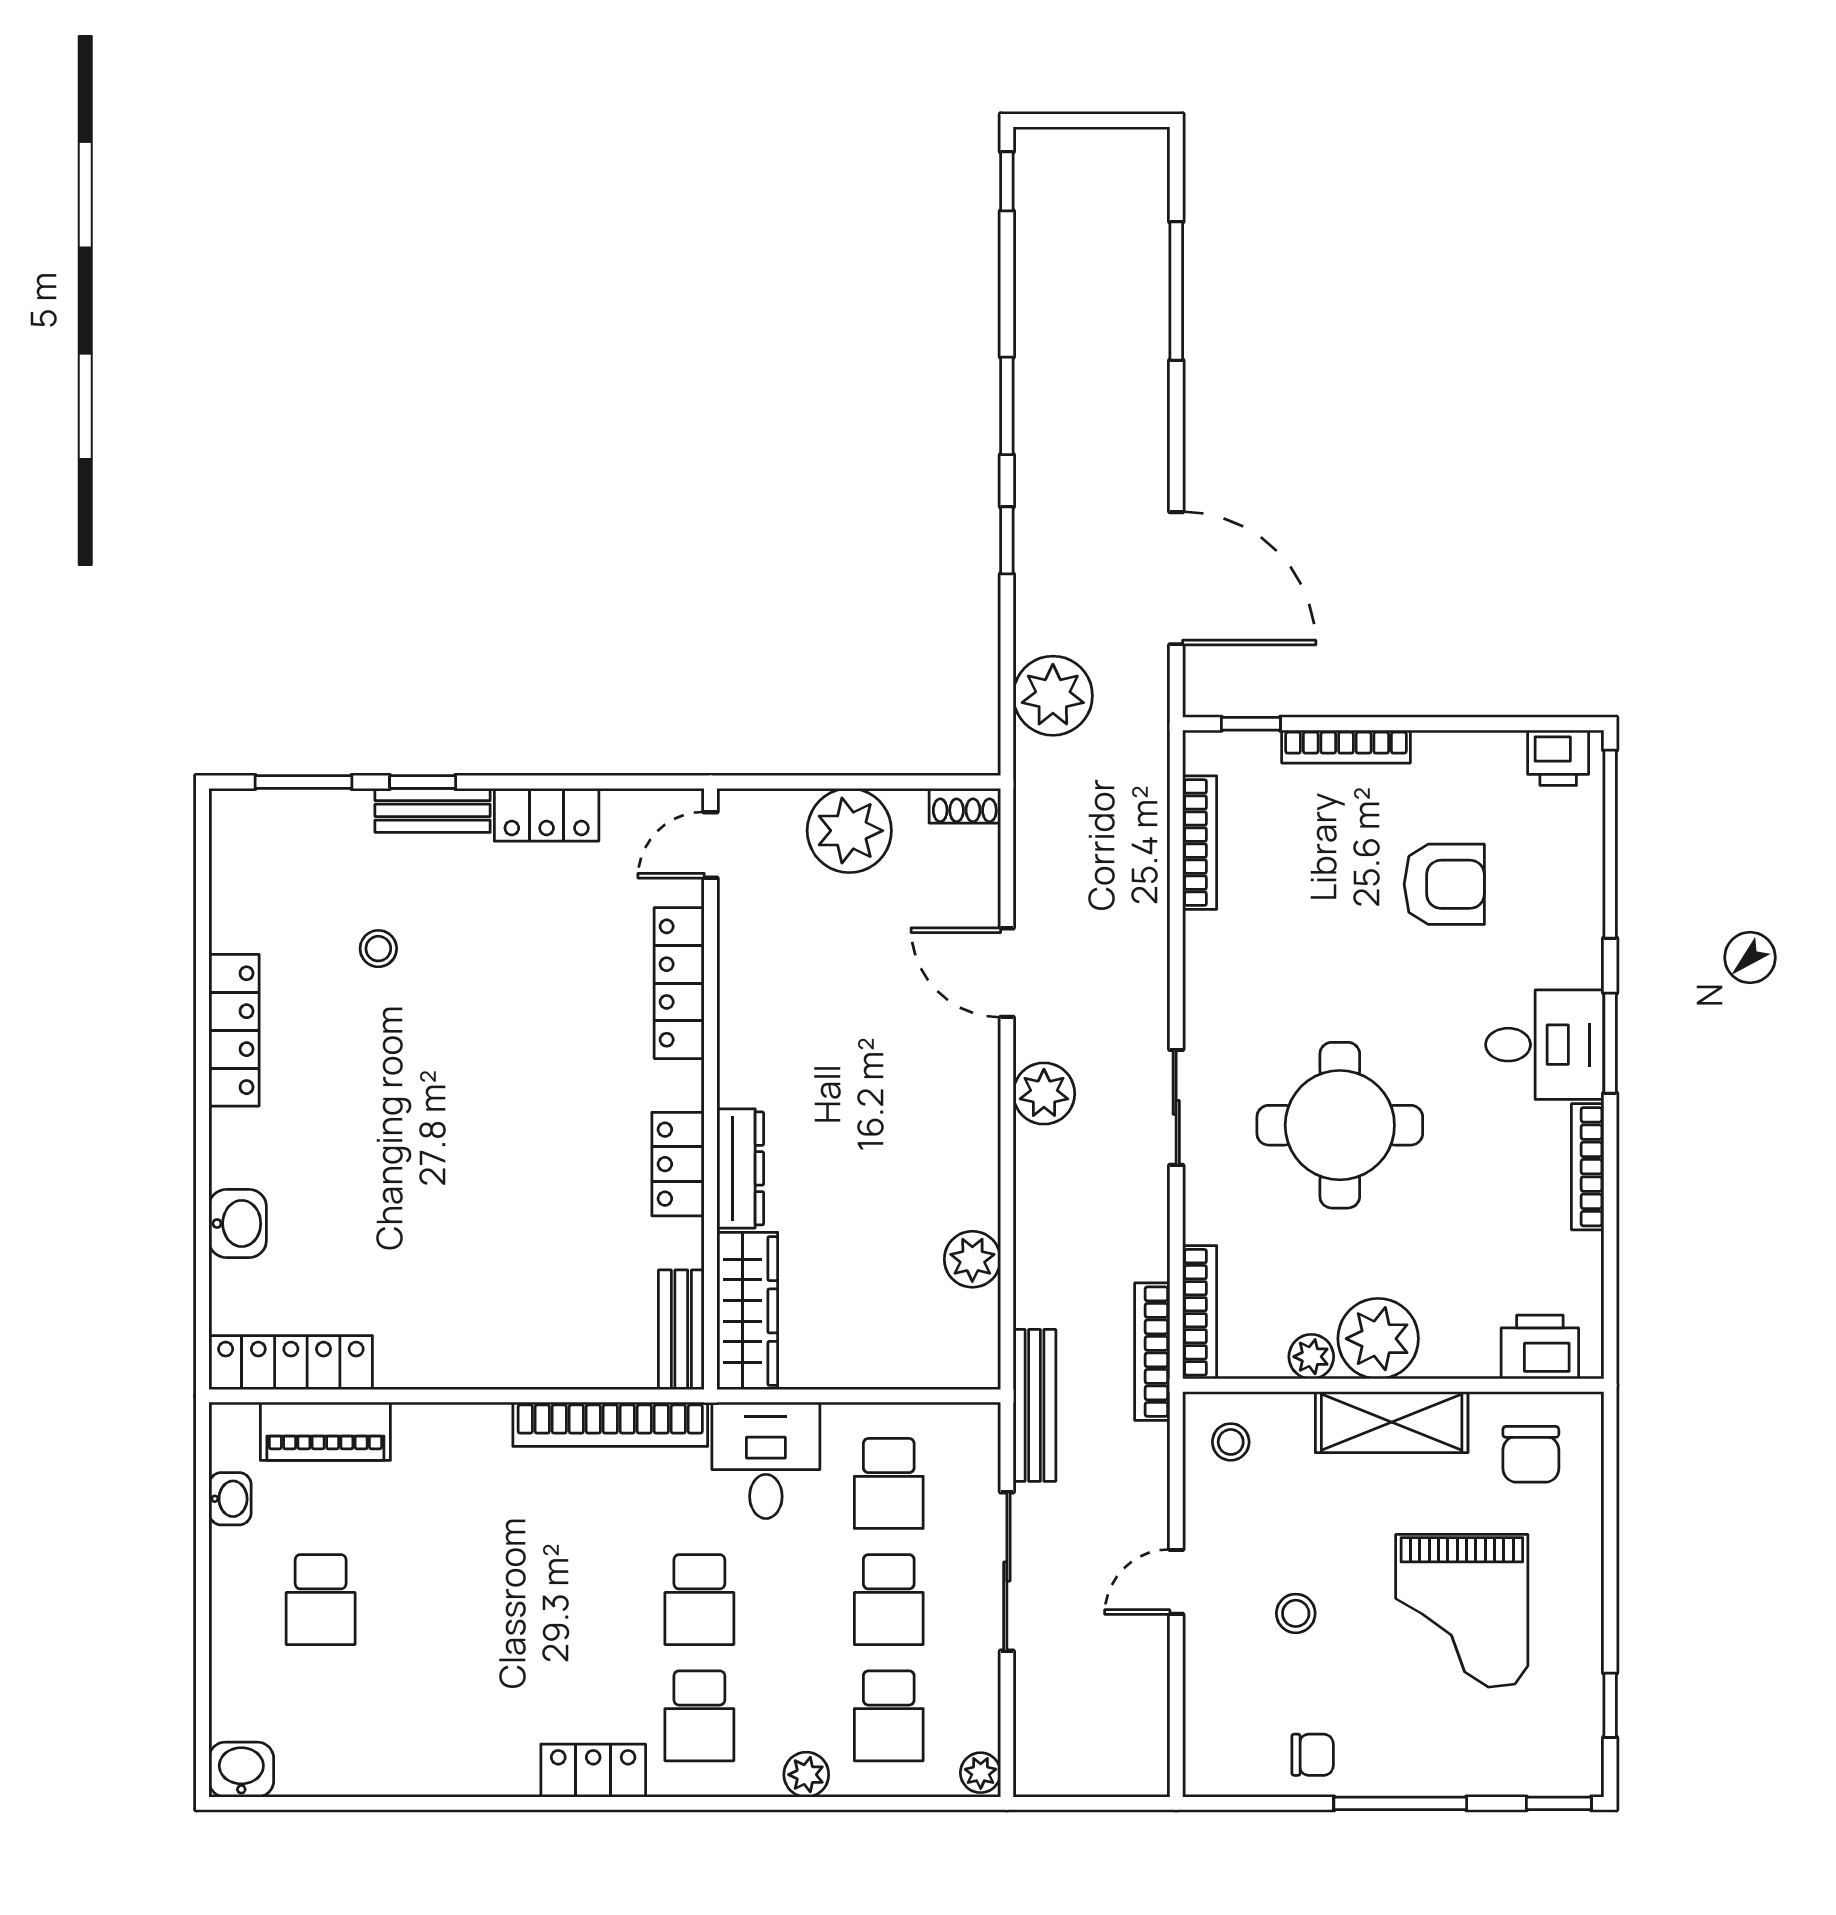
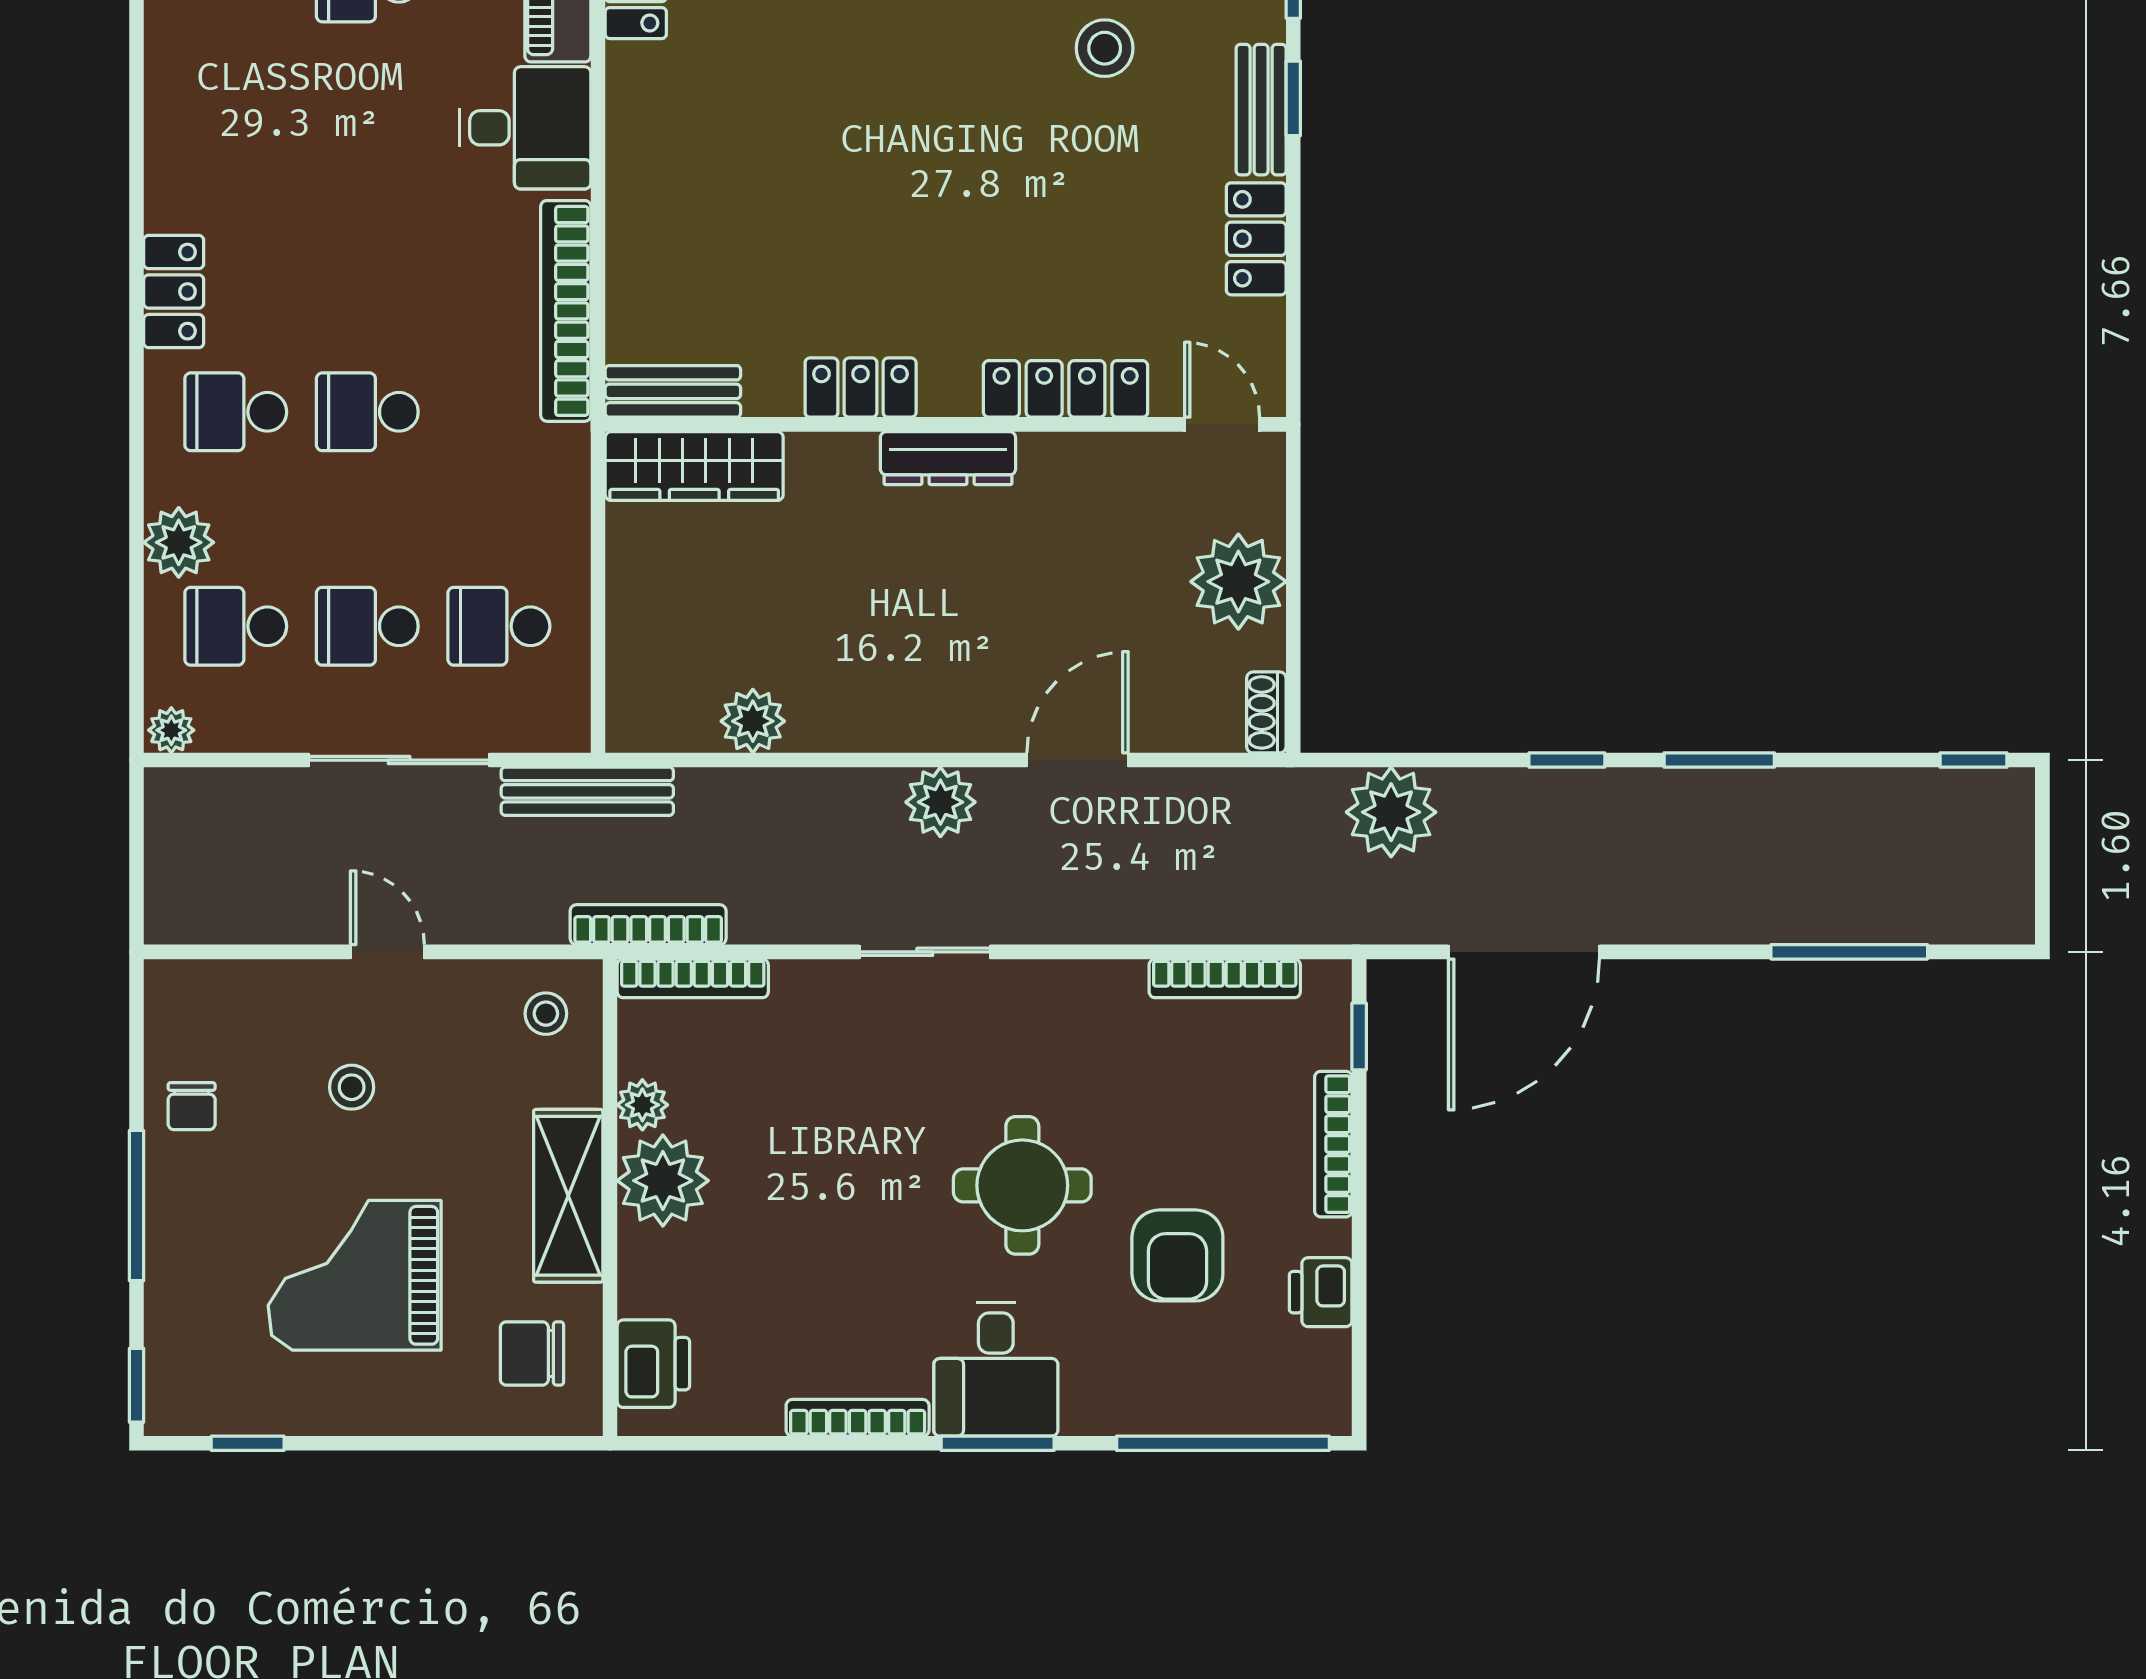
printer: (1558, 758) -> (1321, 1292), moved
stool: (378, 949) -> (1105, 48), width x1.37, depth x1.37
round table: (1340, 1125) -> (1022, 1185), moved, width x0.73, depth x0.73
dresser: (740, 1168) -> (948, 458), moved
desk: (766, 1460) -> (525, 128), moved
plant: (806, 1775) -> (179, 542), width x1.38, depth x1.38

